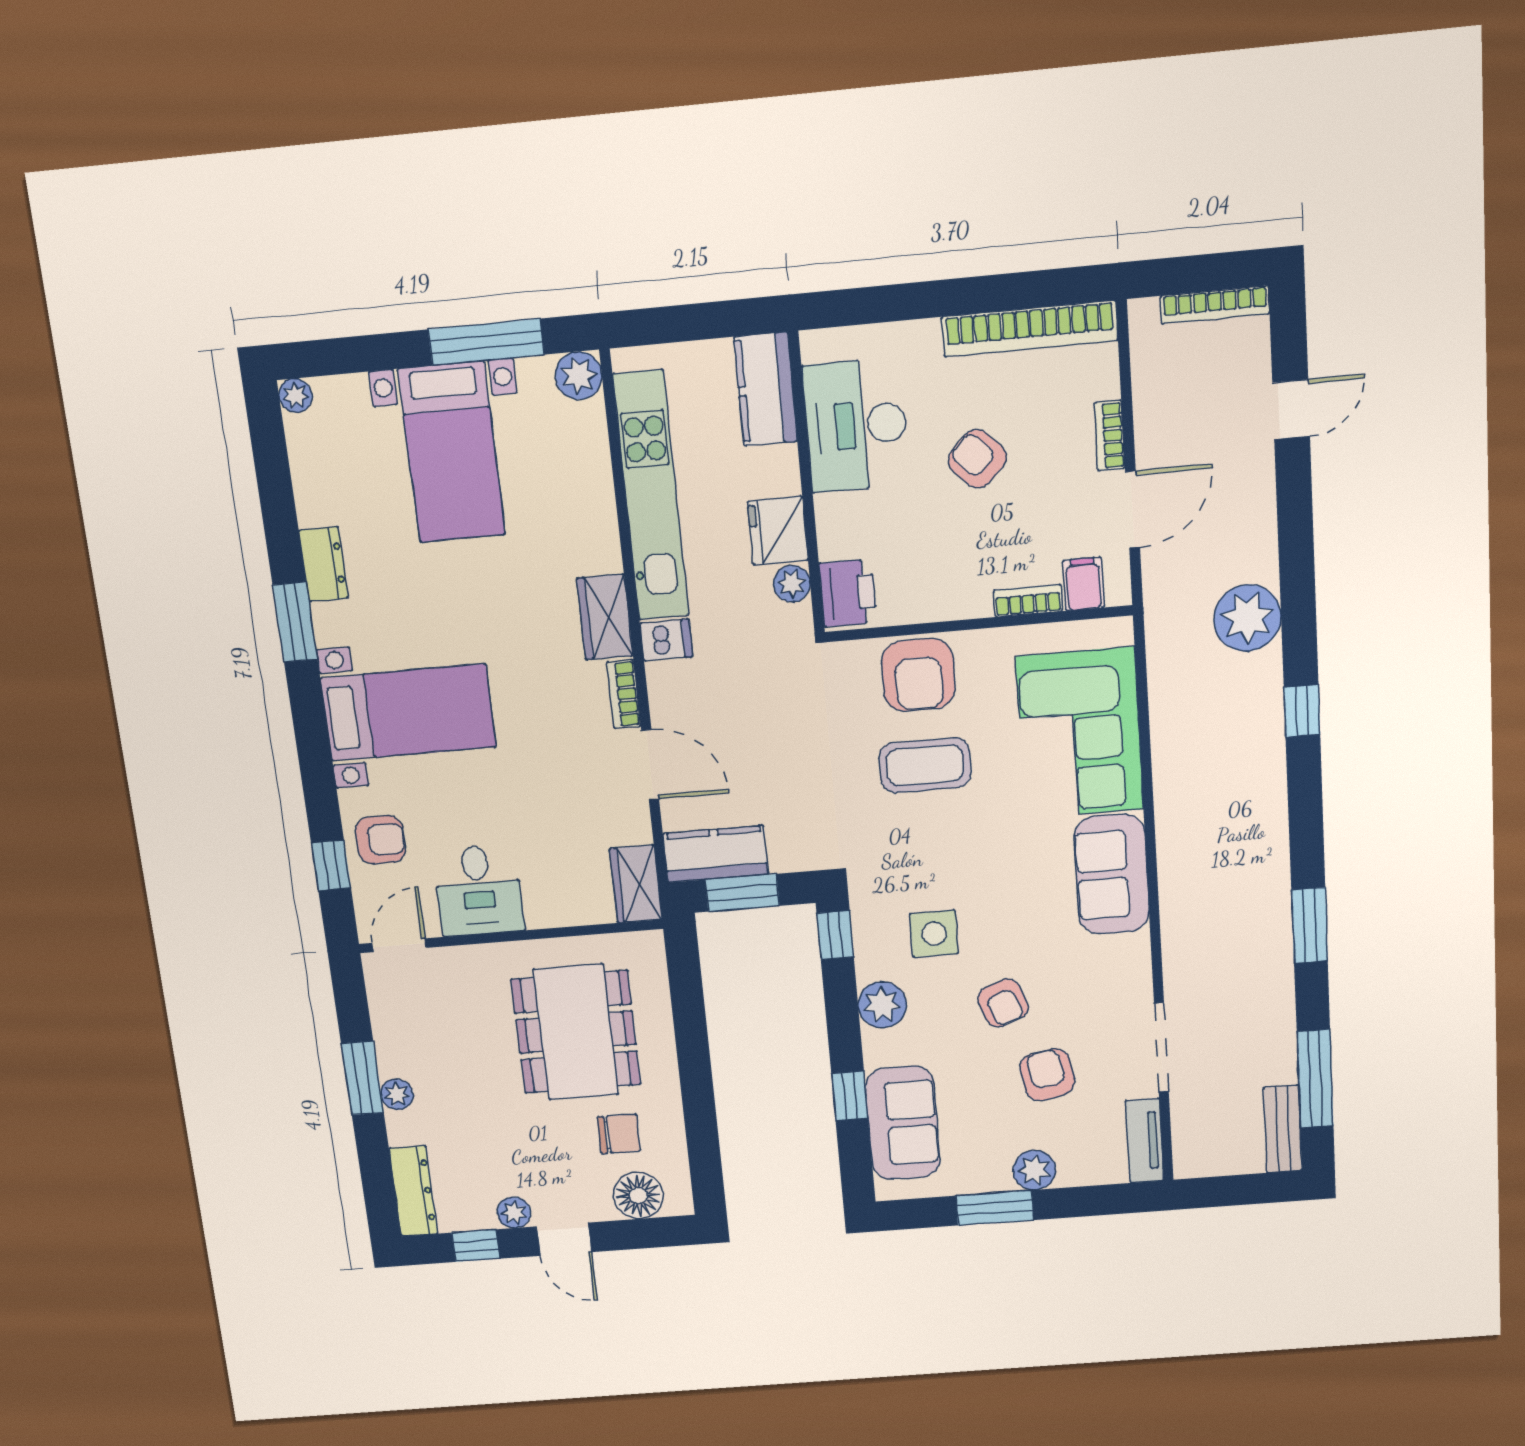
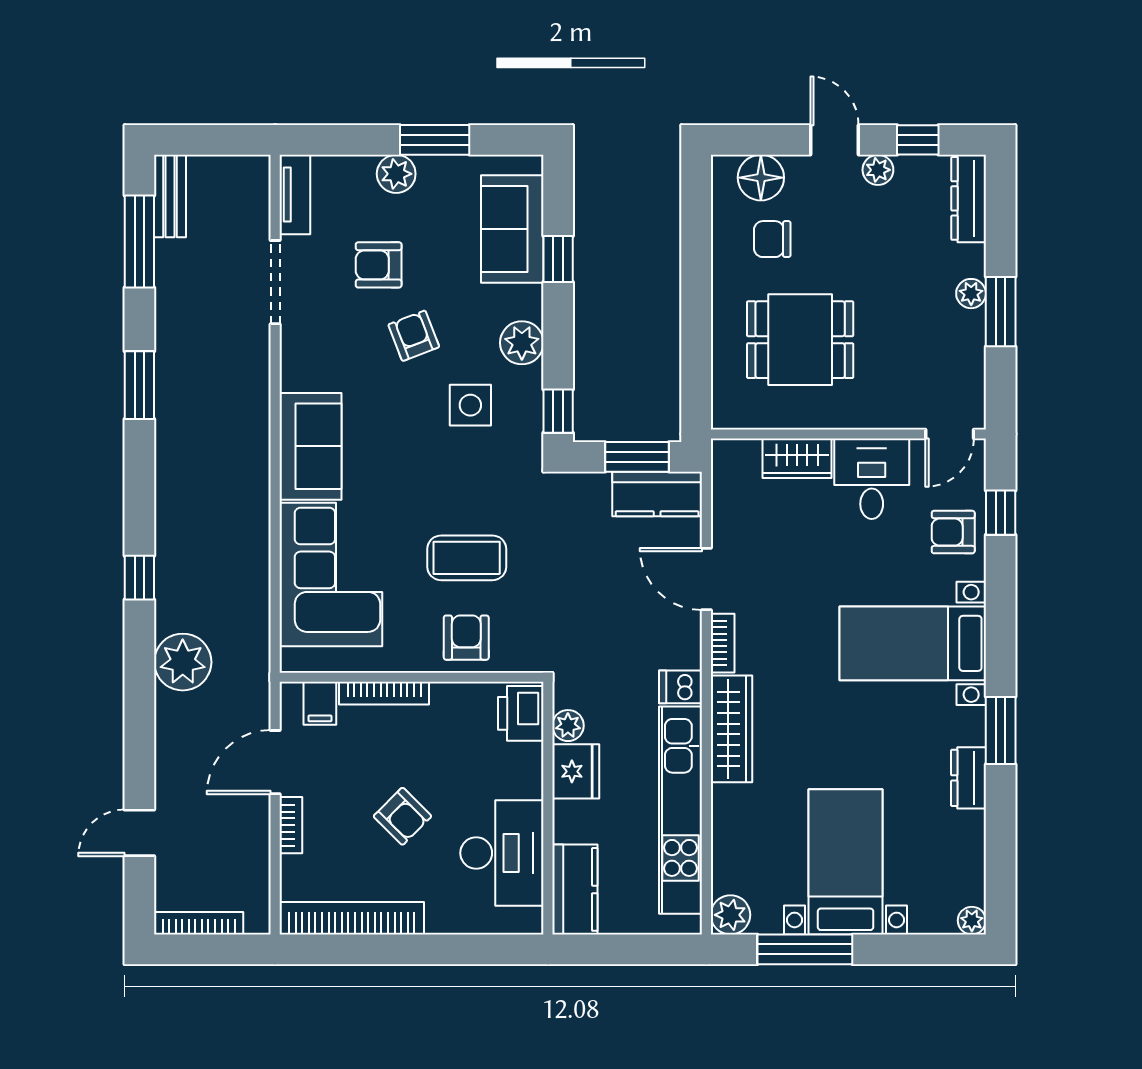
bookcase: (1028, 601) -> (384, 693), width x1.56
wardrobe: (605, 617) -> (731, 729), width x1.50
armchair: (918, 675) -> (466, 638), width x0.72, depth x0.72
wardrobe: (636, 884) -> (797, 458), moved, turned 90
dining table: (576, 1032) -> (800, 340), width x0.73
armchair: (1047, 1075) -> (379, 265), turned 101

